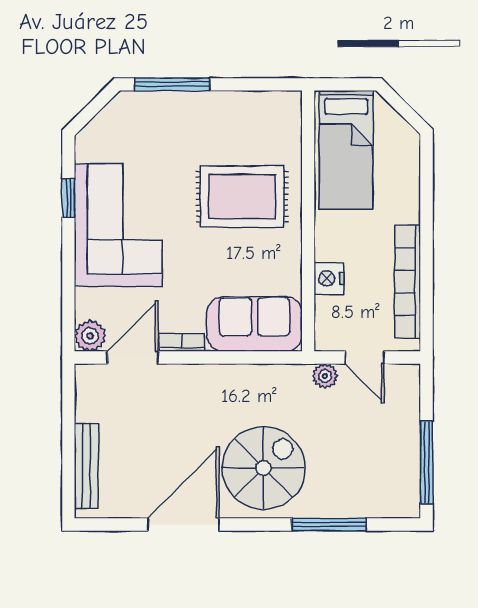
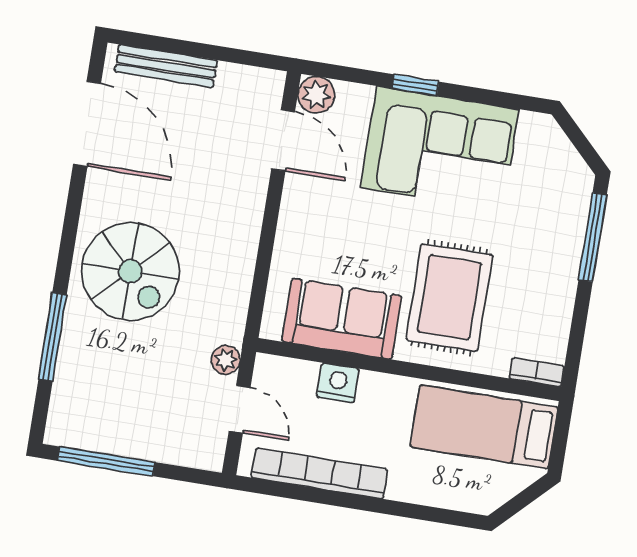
window: (68, 198) -> (415, 85), moved
sofa: (255, 324) -> (342, 319), moved, turned -90
bookcase: (182, 342) -> (537, 372), moved, turned -90
door: (365, 358) -> (240, 409), swing flipped
door: (183, 525) -> (87, 124), moved

